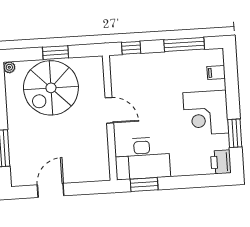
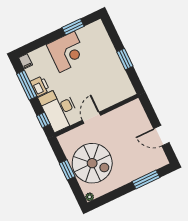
filing cabinet: (216, 72) -> (26, 61), moved
desk: (142, 158) -> (59, 109), moved, turned 180
printer: (221, 162) -> (40, 86), moved, turned -90
window: (144, 184) -> (125, 59), moved

